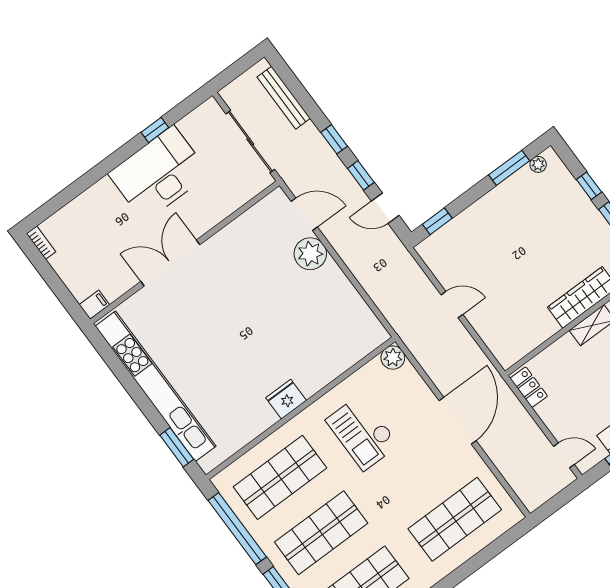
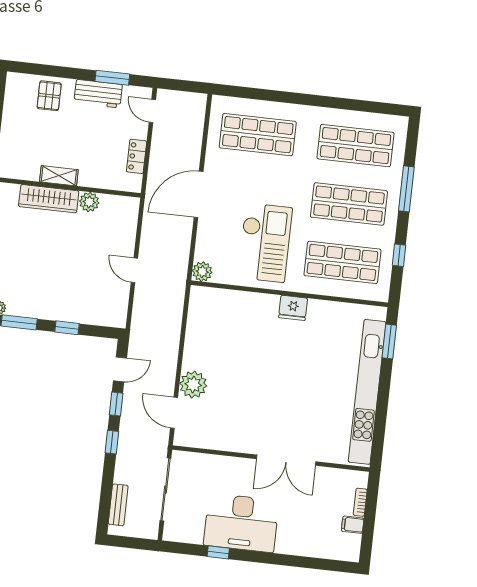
bench: (284, 98) -> (118, 505), width x0.73
door: (385, 208) -> (120, 369), hinge flipped
window: (437, 221) -> (67, 328), moved
bookcase: (41, 243) -> (360, 502), moved
filing cabinet: (94, 305) -> (353, 525), moved
plant: (545, 327) -> (89, 202), added
locker: (529, 387) -> (137, 156), moved
checkout: (362, 432) -> (265, 243), width x1.36, depth x1.21
window: (237, 529) -> (399, 255), width x0.32

